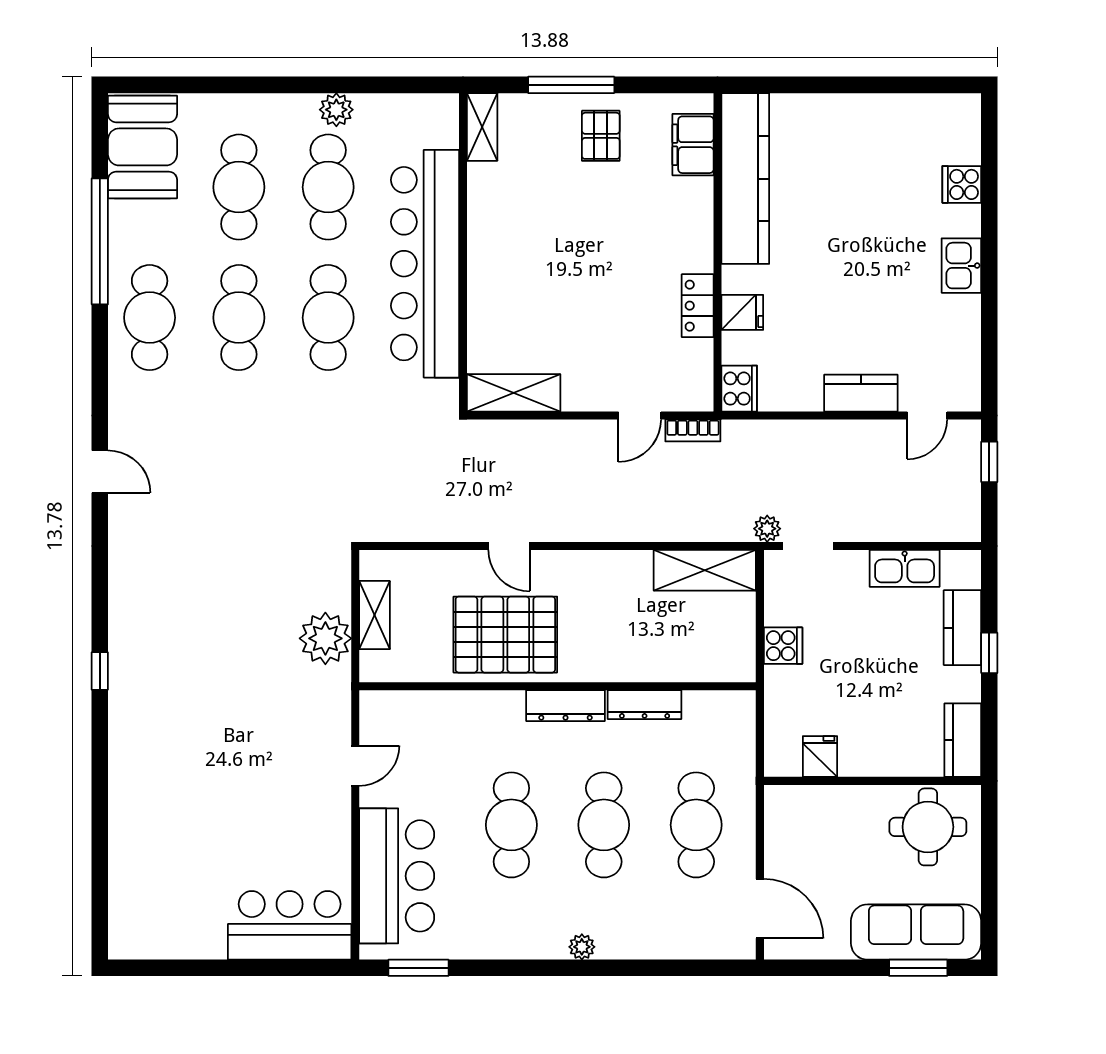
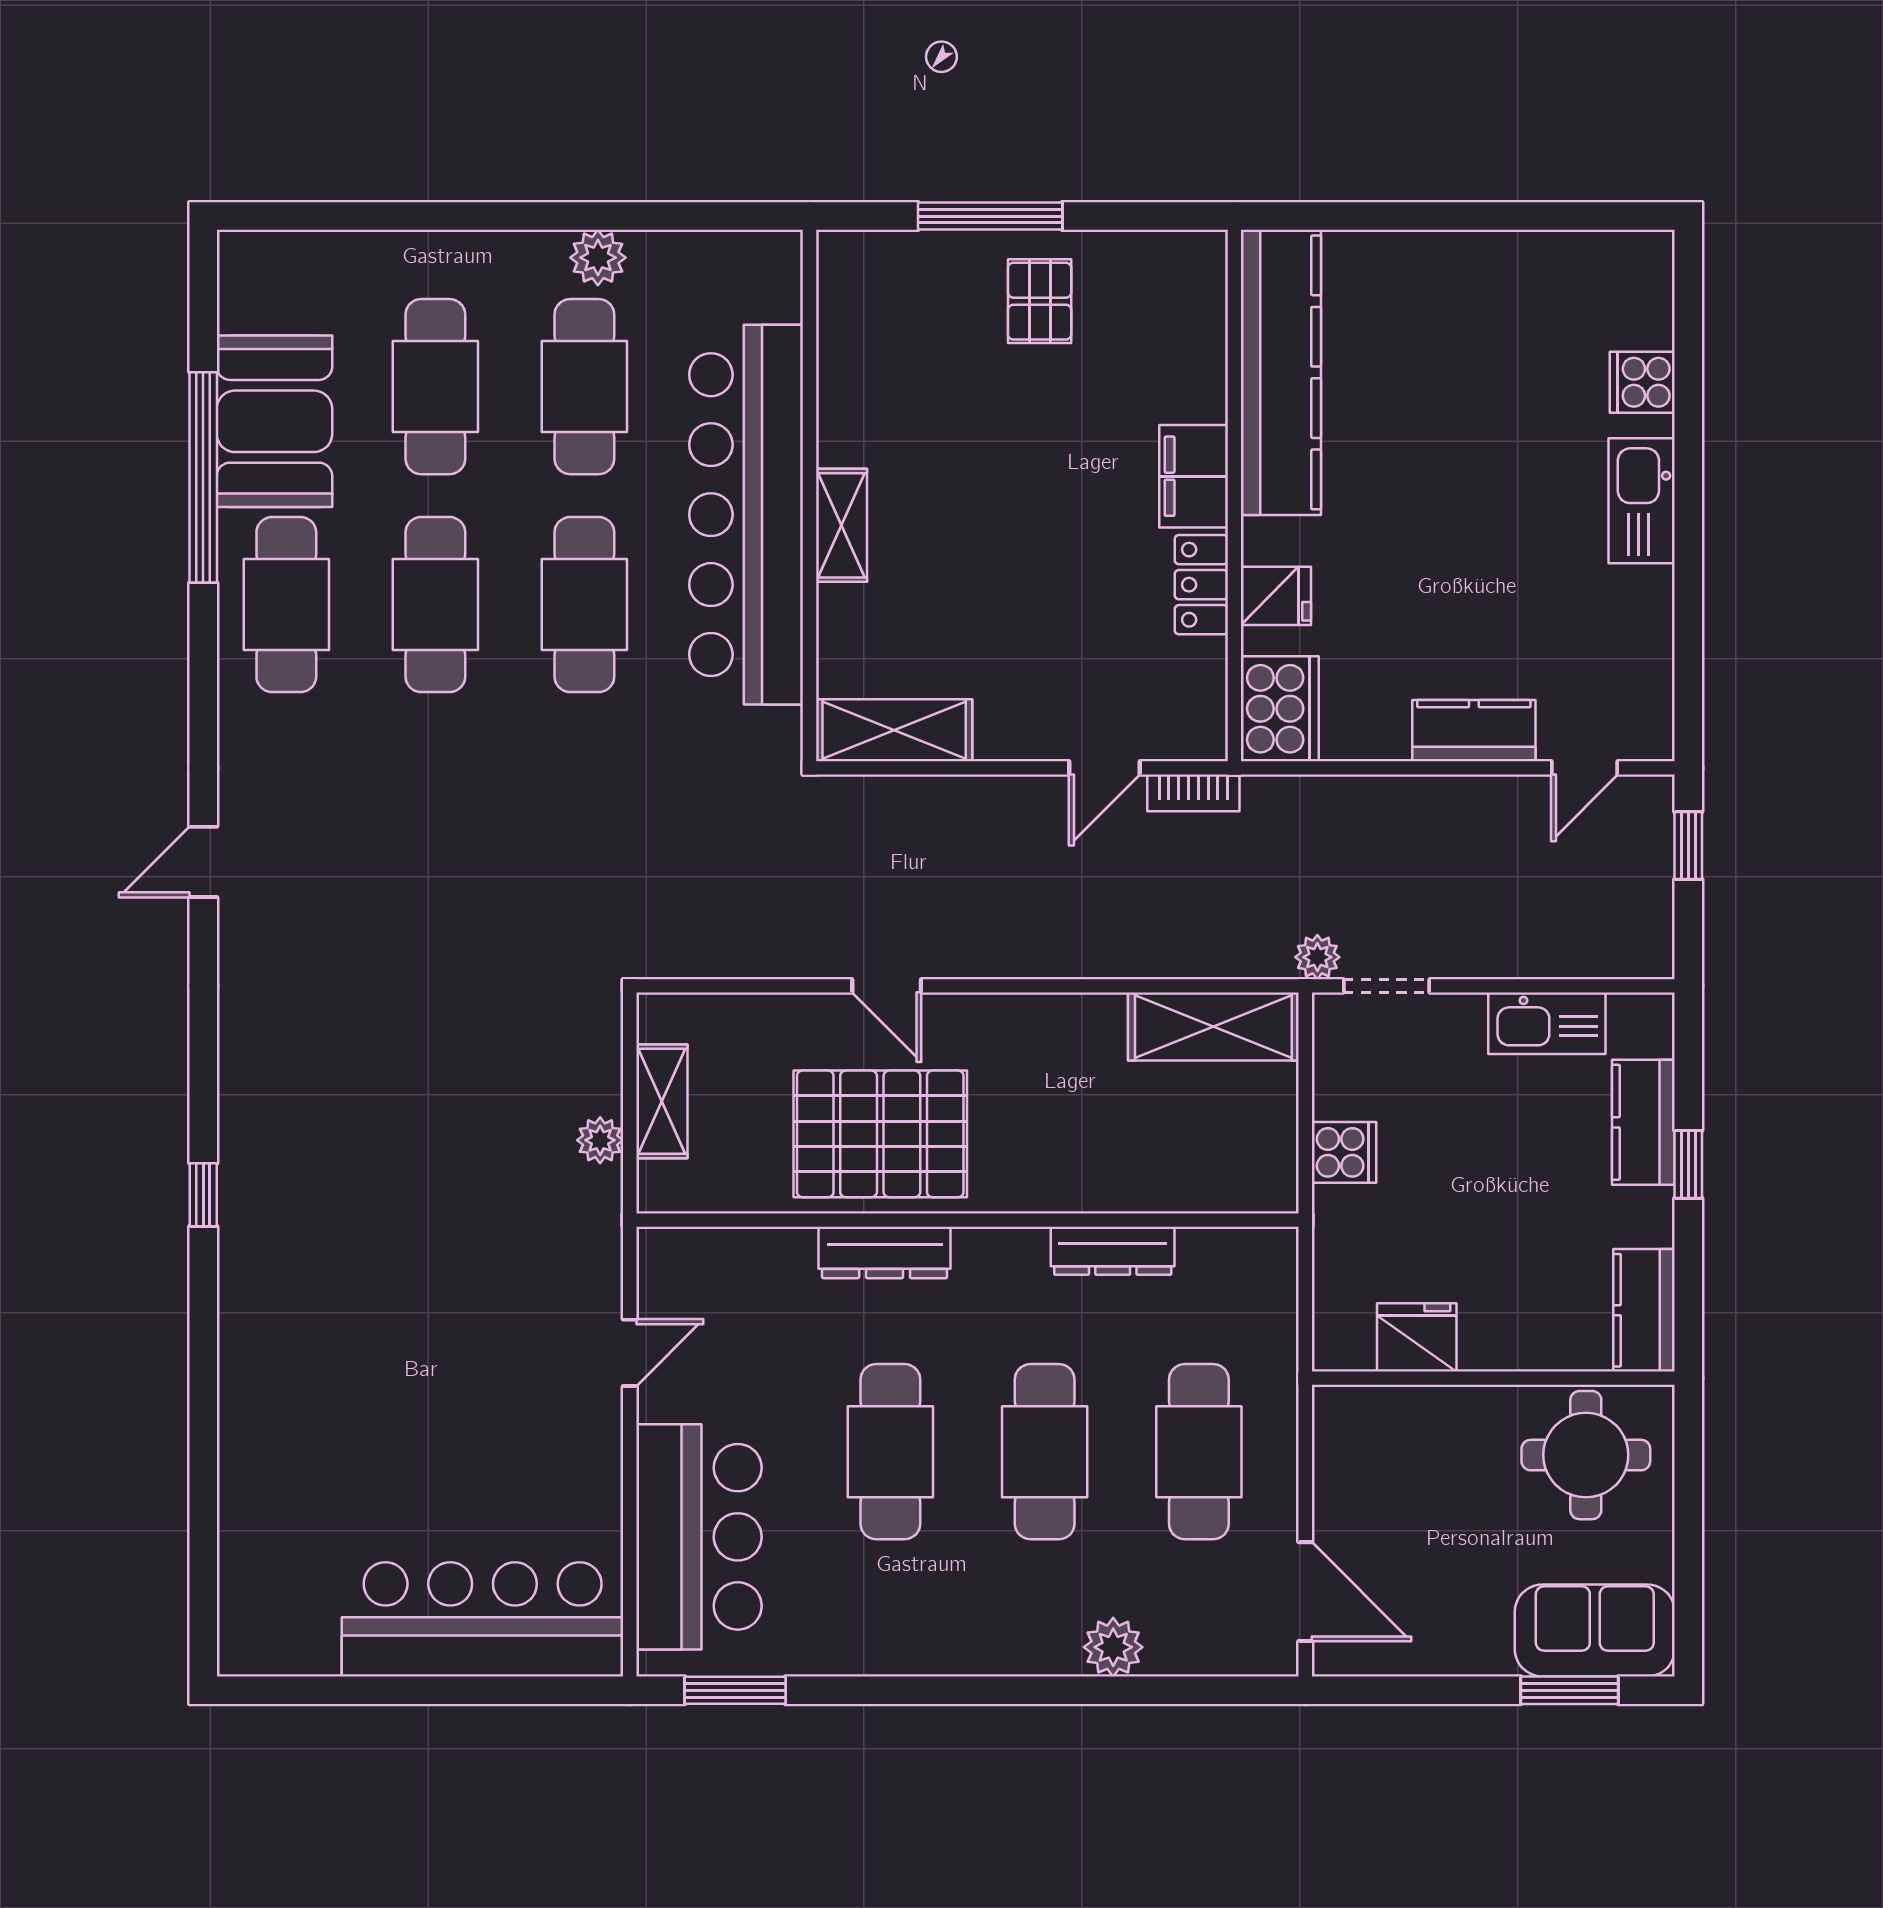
shelving: (482, 127) -> (842, 525), moved
filing cabinet: (693, 145) -> (1194, 476), moved
booth: (142, 147) -> (274, 421), moved
kitchen sink: (961, 266) -> (1642, 501), width x1.38
cooker: (739, 389) -> (1280, 709), width x1.37, depth x1.31
door: (100, 472) -> (203, 862), swing flipped
plant: (325, 638) -> (600, 1140), width x0.53, depth x0.53
dresser: (566, 706) -> (885, 1252), moved
fridge: (820, 756) -> (1417, 1337), width x1.38
bar counter: (290, 925) -> (483, 1619), width x1.36
sofa: (916, 932) -> (1595, 1630), width x0.73
plant: (582, 947) -> (1113, 1647), moved, width x1.38, depth x1.38

